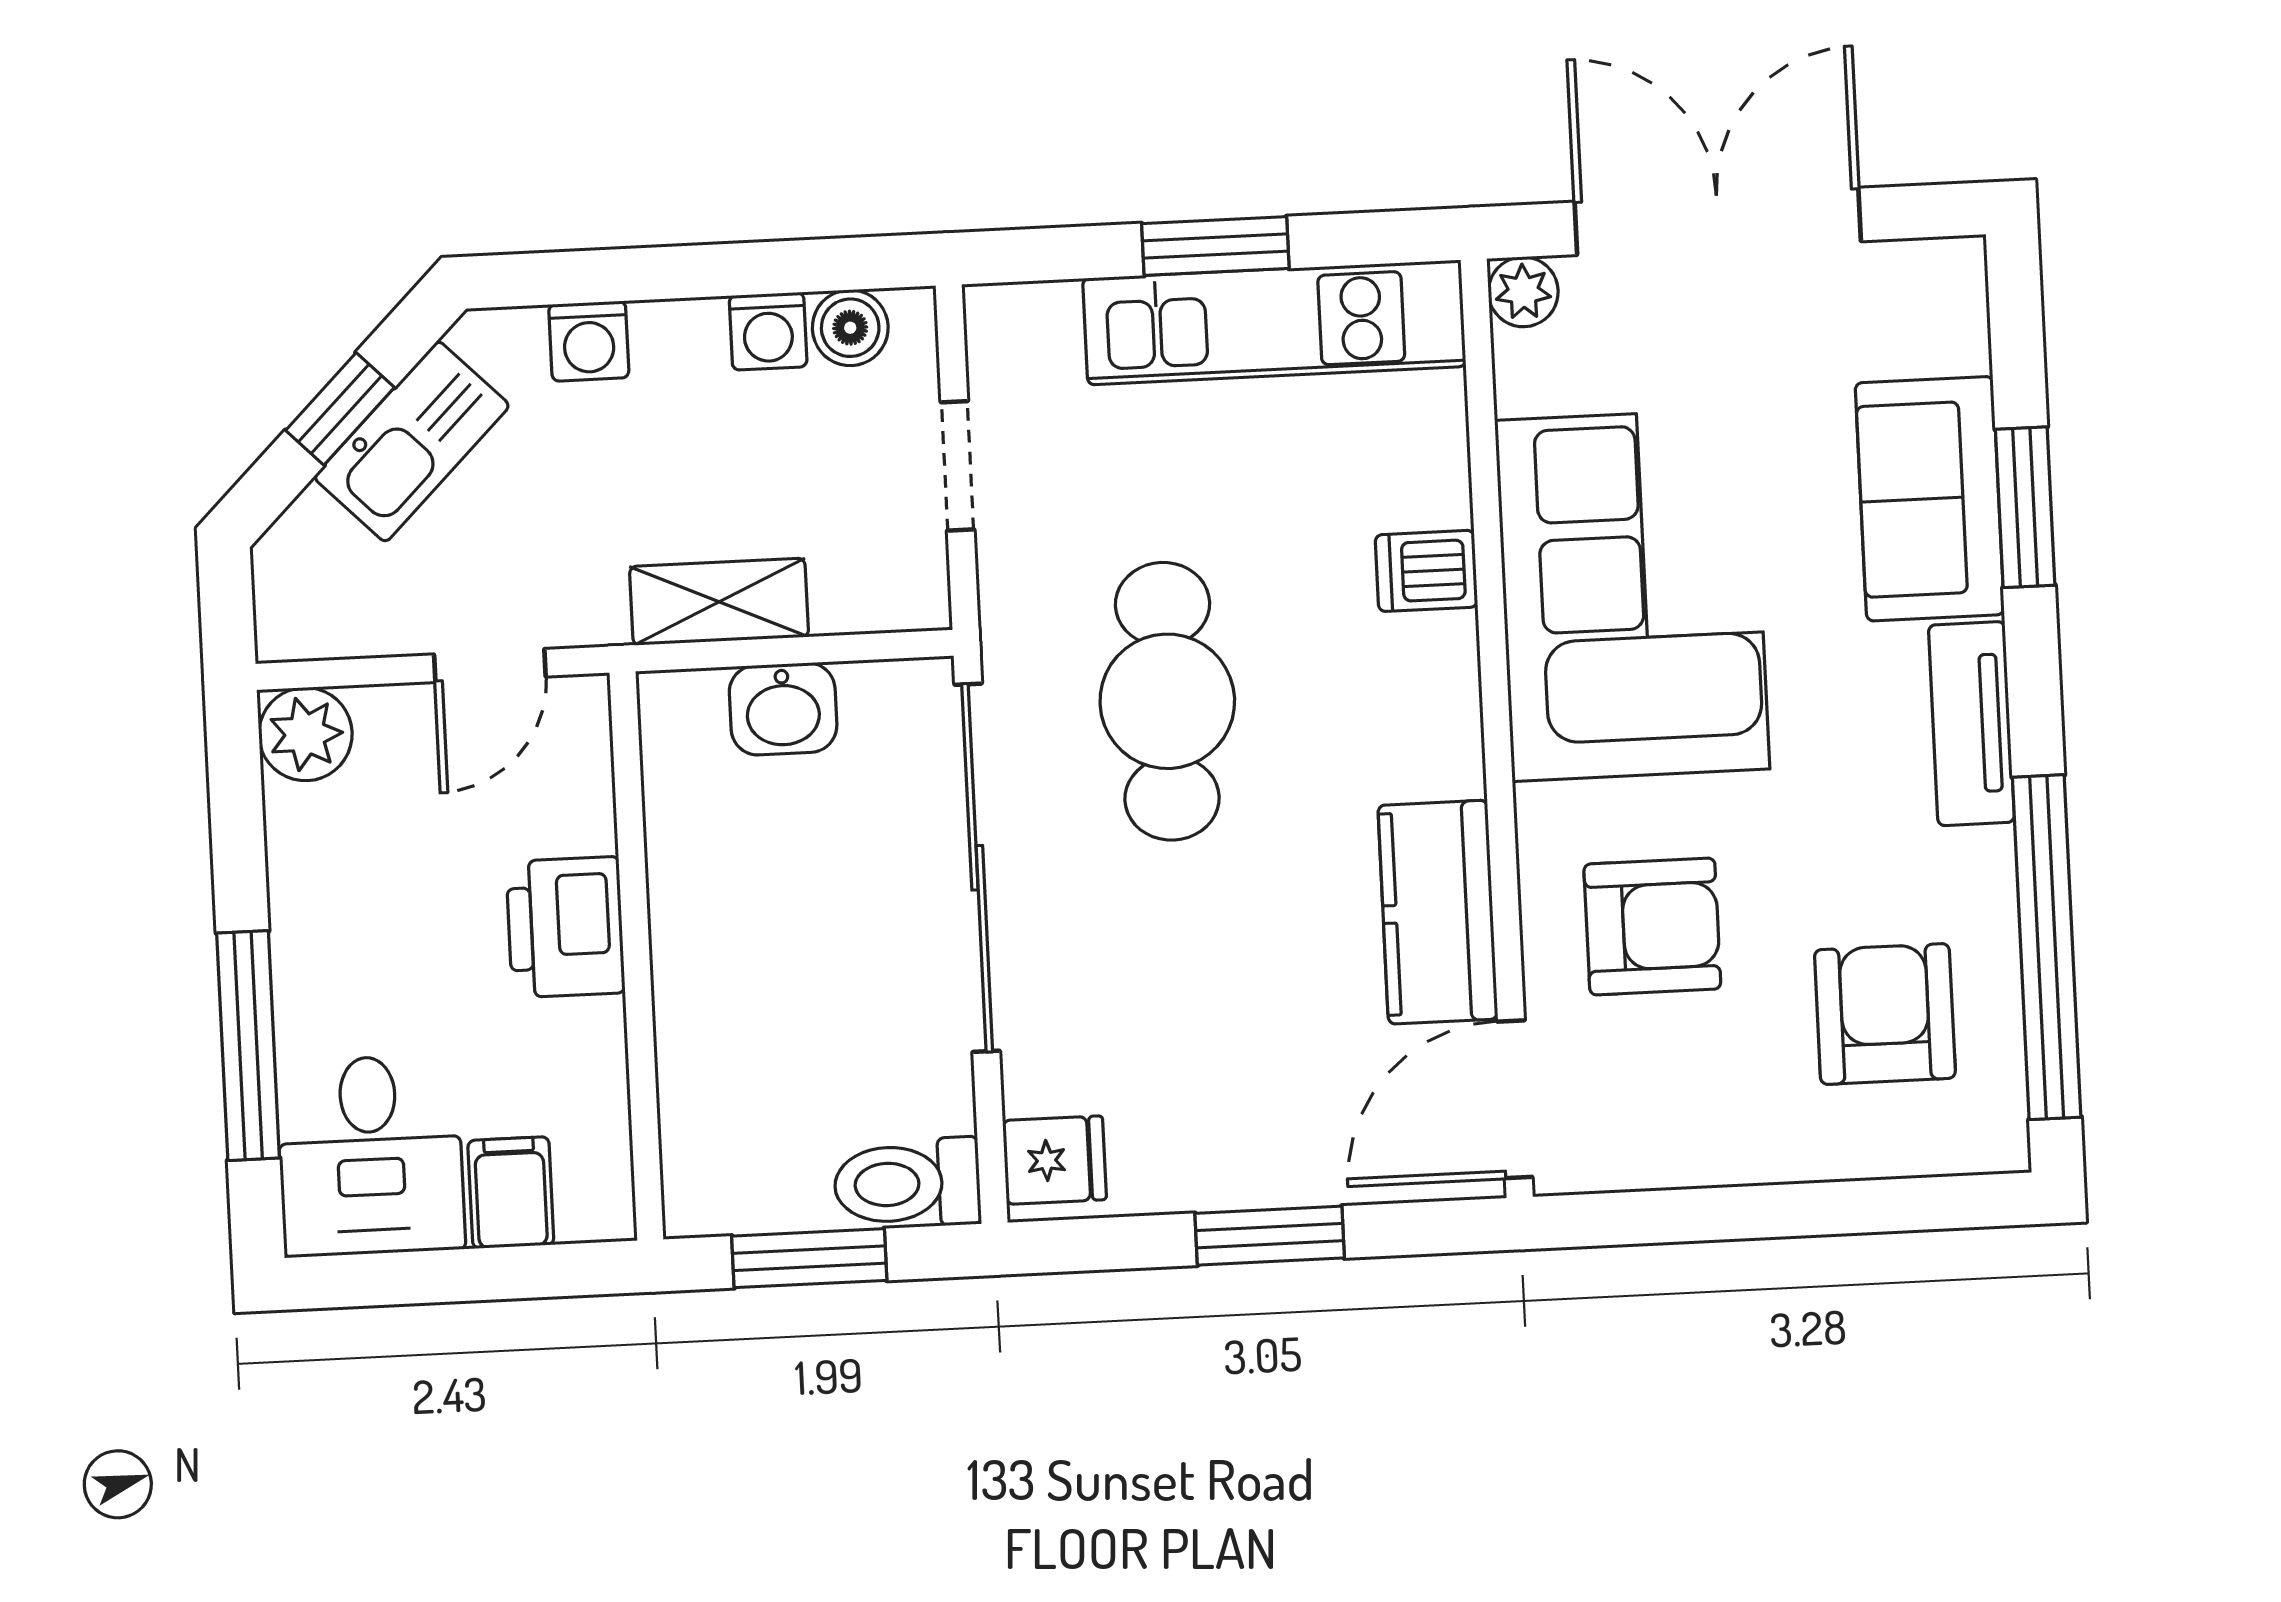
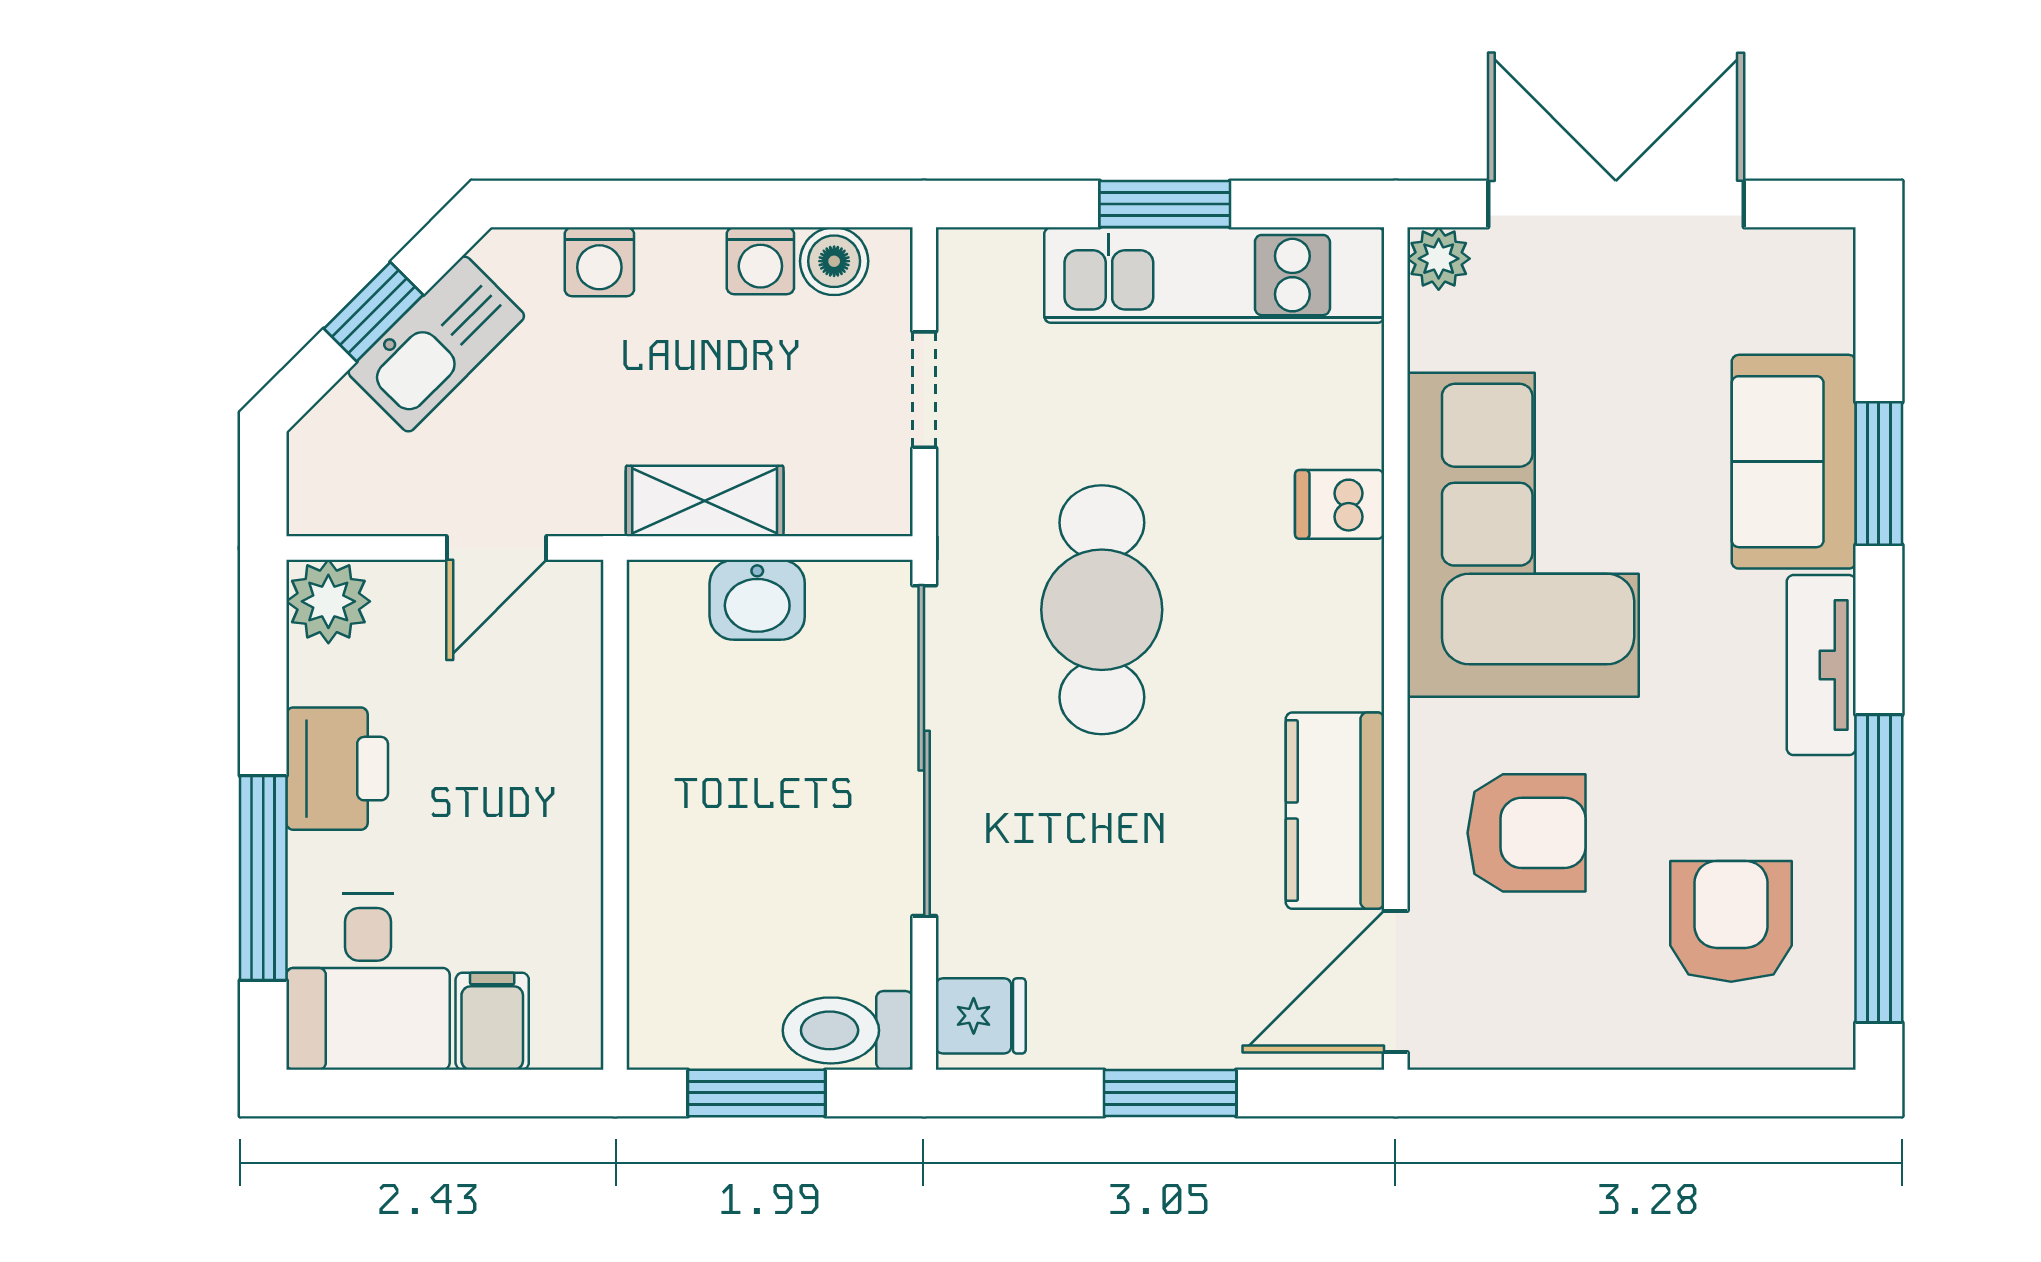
printer: (565, 927) -> (337, 769), moved, turned 180

